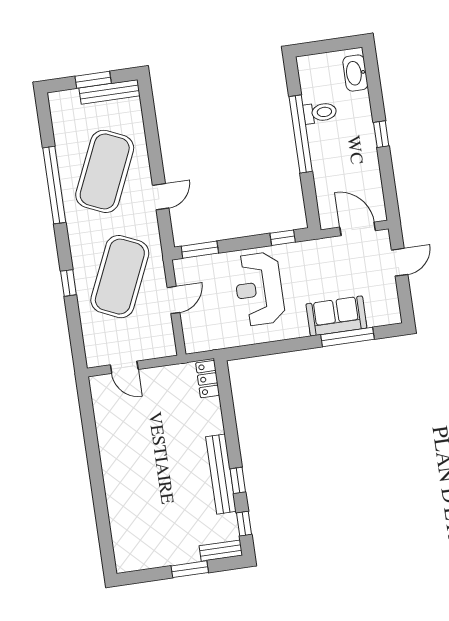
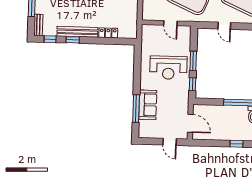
door: (358, 229) -> (190, 123), hinge flipped
window: (200, 250) -> (193, 61), moved
reception desk: (259, 289) -> (168, 68), turned 180
locker: (208, 379) -> (108, 33), moved

